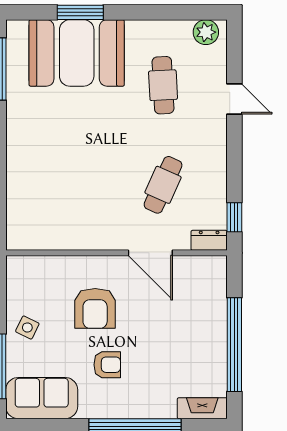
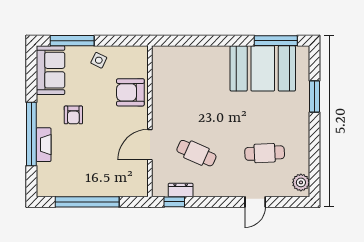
booth: (77, 53) -> (263, 68), moved, turned 90
dresser: (209, 240) -> (181, 190), moved, turned -90
armchair: (95, 308) -> (130, 92), moved
fireplace: (202, 408) -> (44, 145), moved

